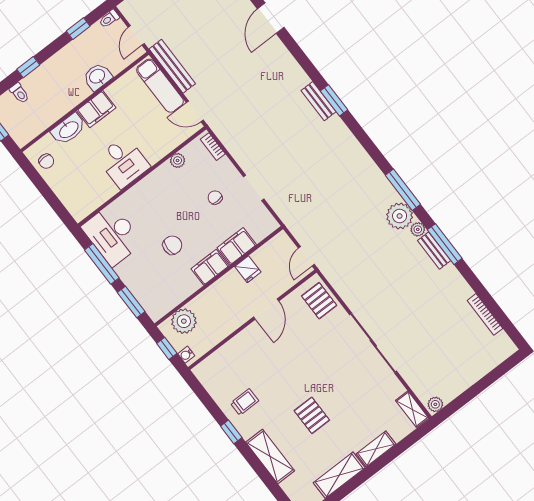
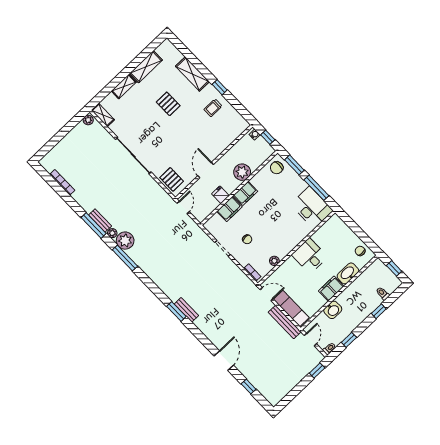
chair: (172, 245) -> (277, 168), moved
plant: (184, 321) -> (242, 172), moved

